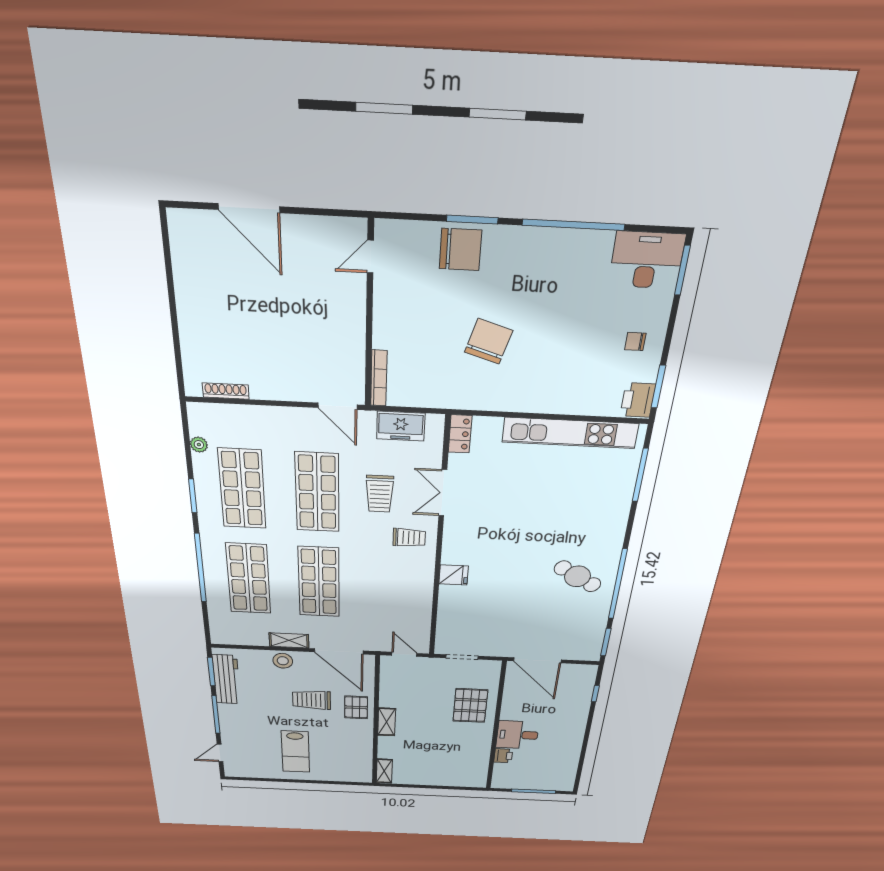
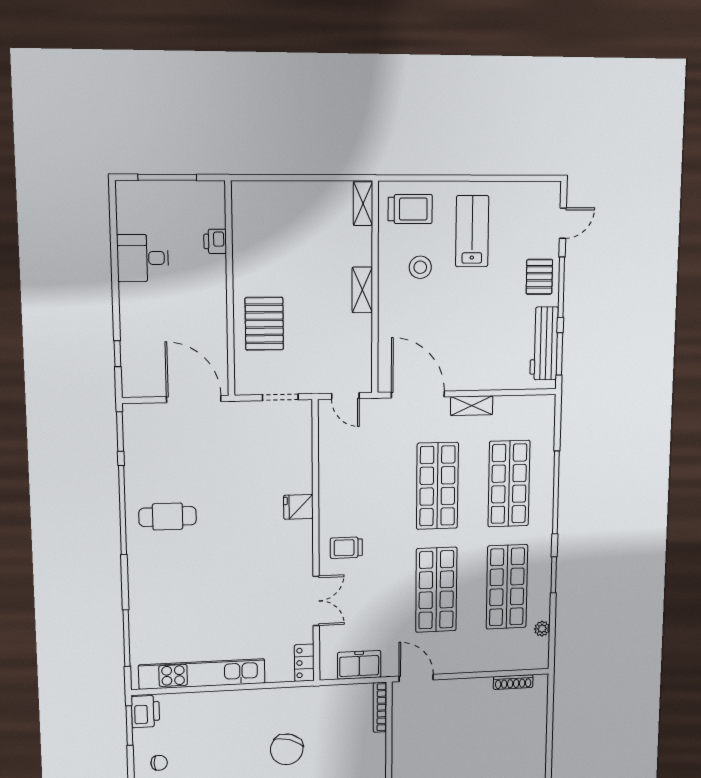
trolley: (380, 494) -> (377, 594), removed
cafe table: (578, 576) -> (168, 517), turned -30
stool: (283, 661) -> (420, 267), moved
trolley: (312, 700) -> (410, 209), moved
pallet: (356, 707) -> (539, 277), moved
desk: (517, 735) -> (143, 258), moved, turned 180

